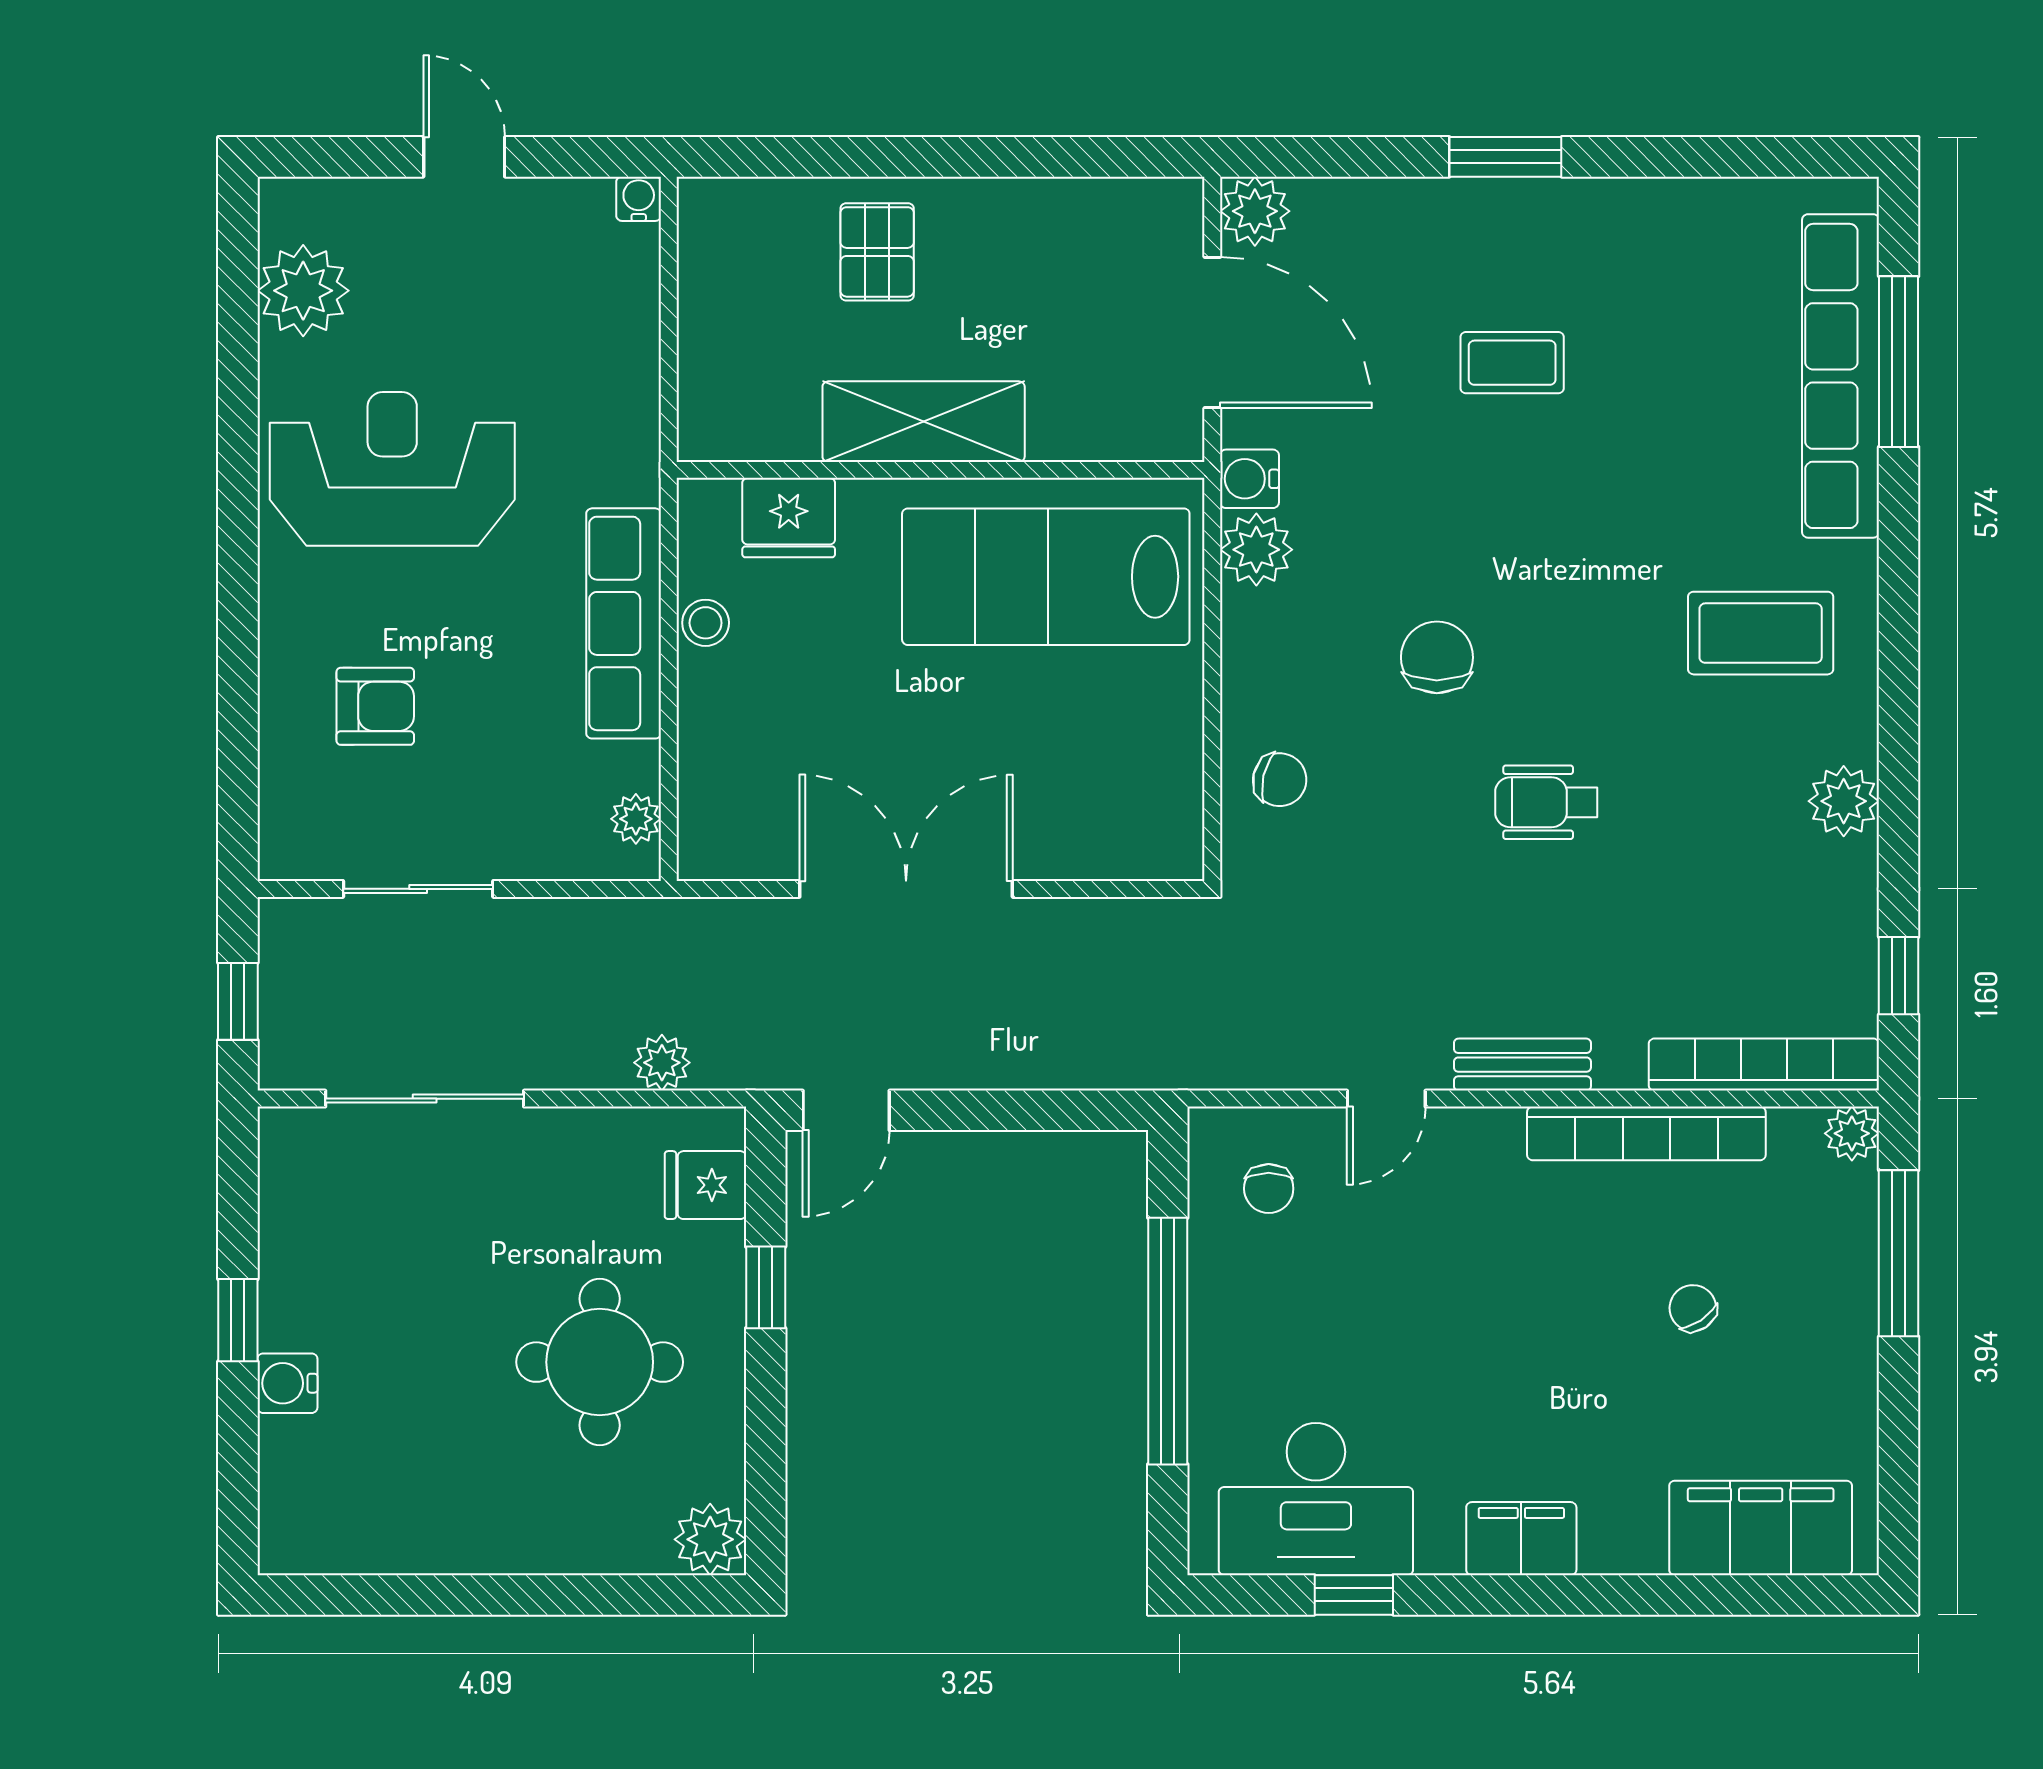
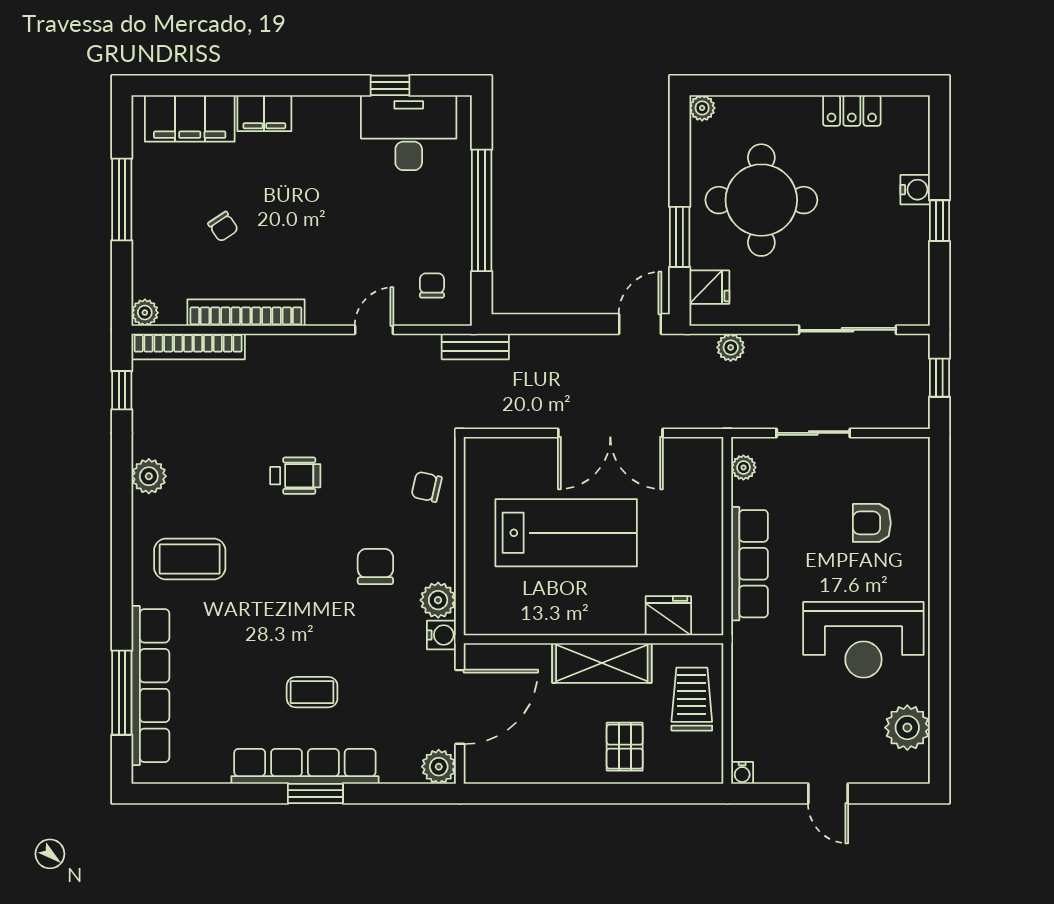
row of seats: (1527, 212) -> (305, 766), added
door: (1212, 333) -> (460, 707), swing flipped
trolley: (741, 348) -> (692, 699), added
lab bench: (1046, 577) -> (566, 533), moved
stool: (706, 623) -> (709, 564), removed
chair: (1437, 657) -> (375, 567), moved, turned 180
sliding door: (418, 889) -> (813, 433), moved
bench: (1522, 1065) -> (475, 347), moved
window: (1899, 1253) -> (122, 199), moved
window: (766, 1287) -> (680, 237), width x1.50
round table: (600, 1362) -> (761, 200), width x1.36, depth x1.36
plant: (710, 1539) -> (702, 108), width x0.73, depth x0.73
filing cabinet: (1521, 1539) -> (264, 113), moved
locker: (416, 1544) -> (852, 110), added

